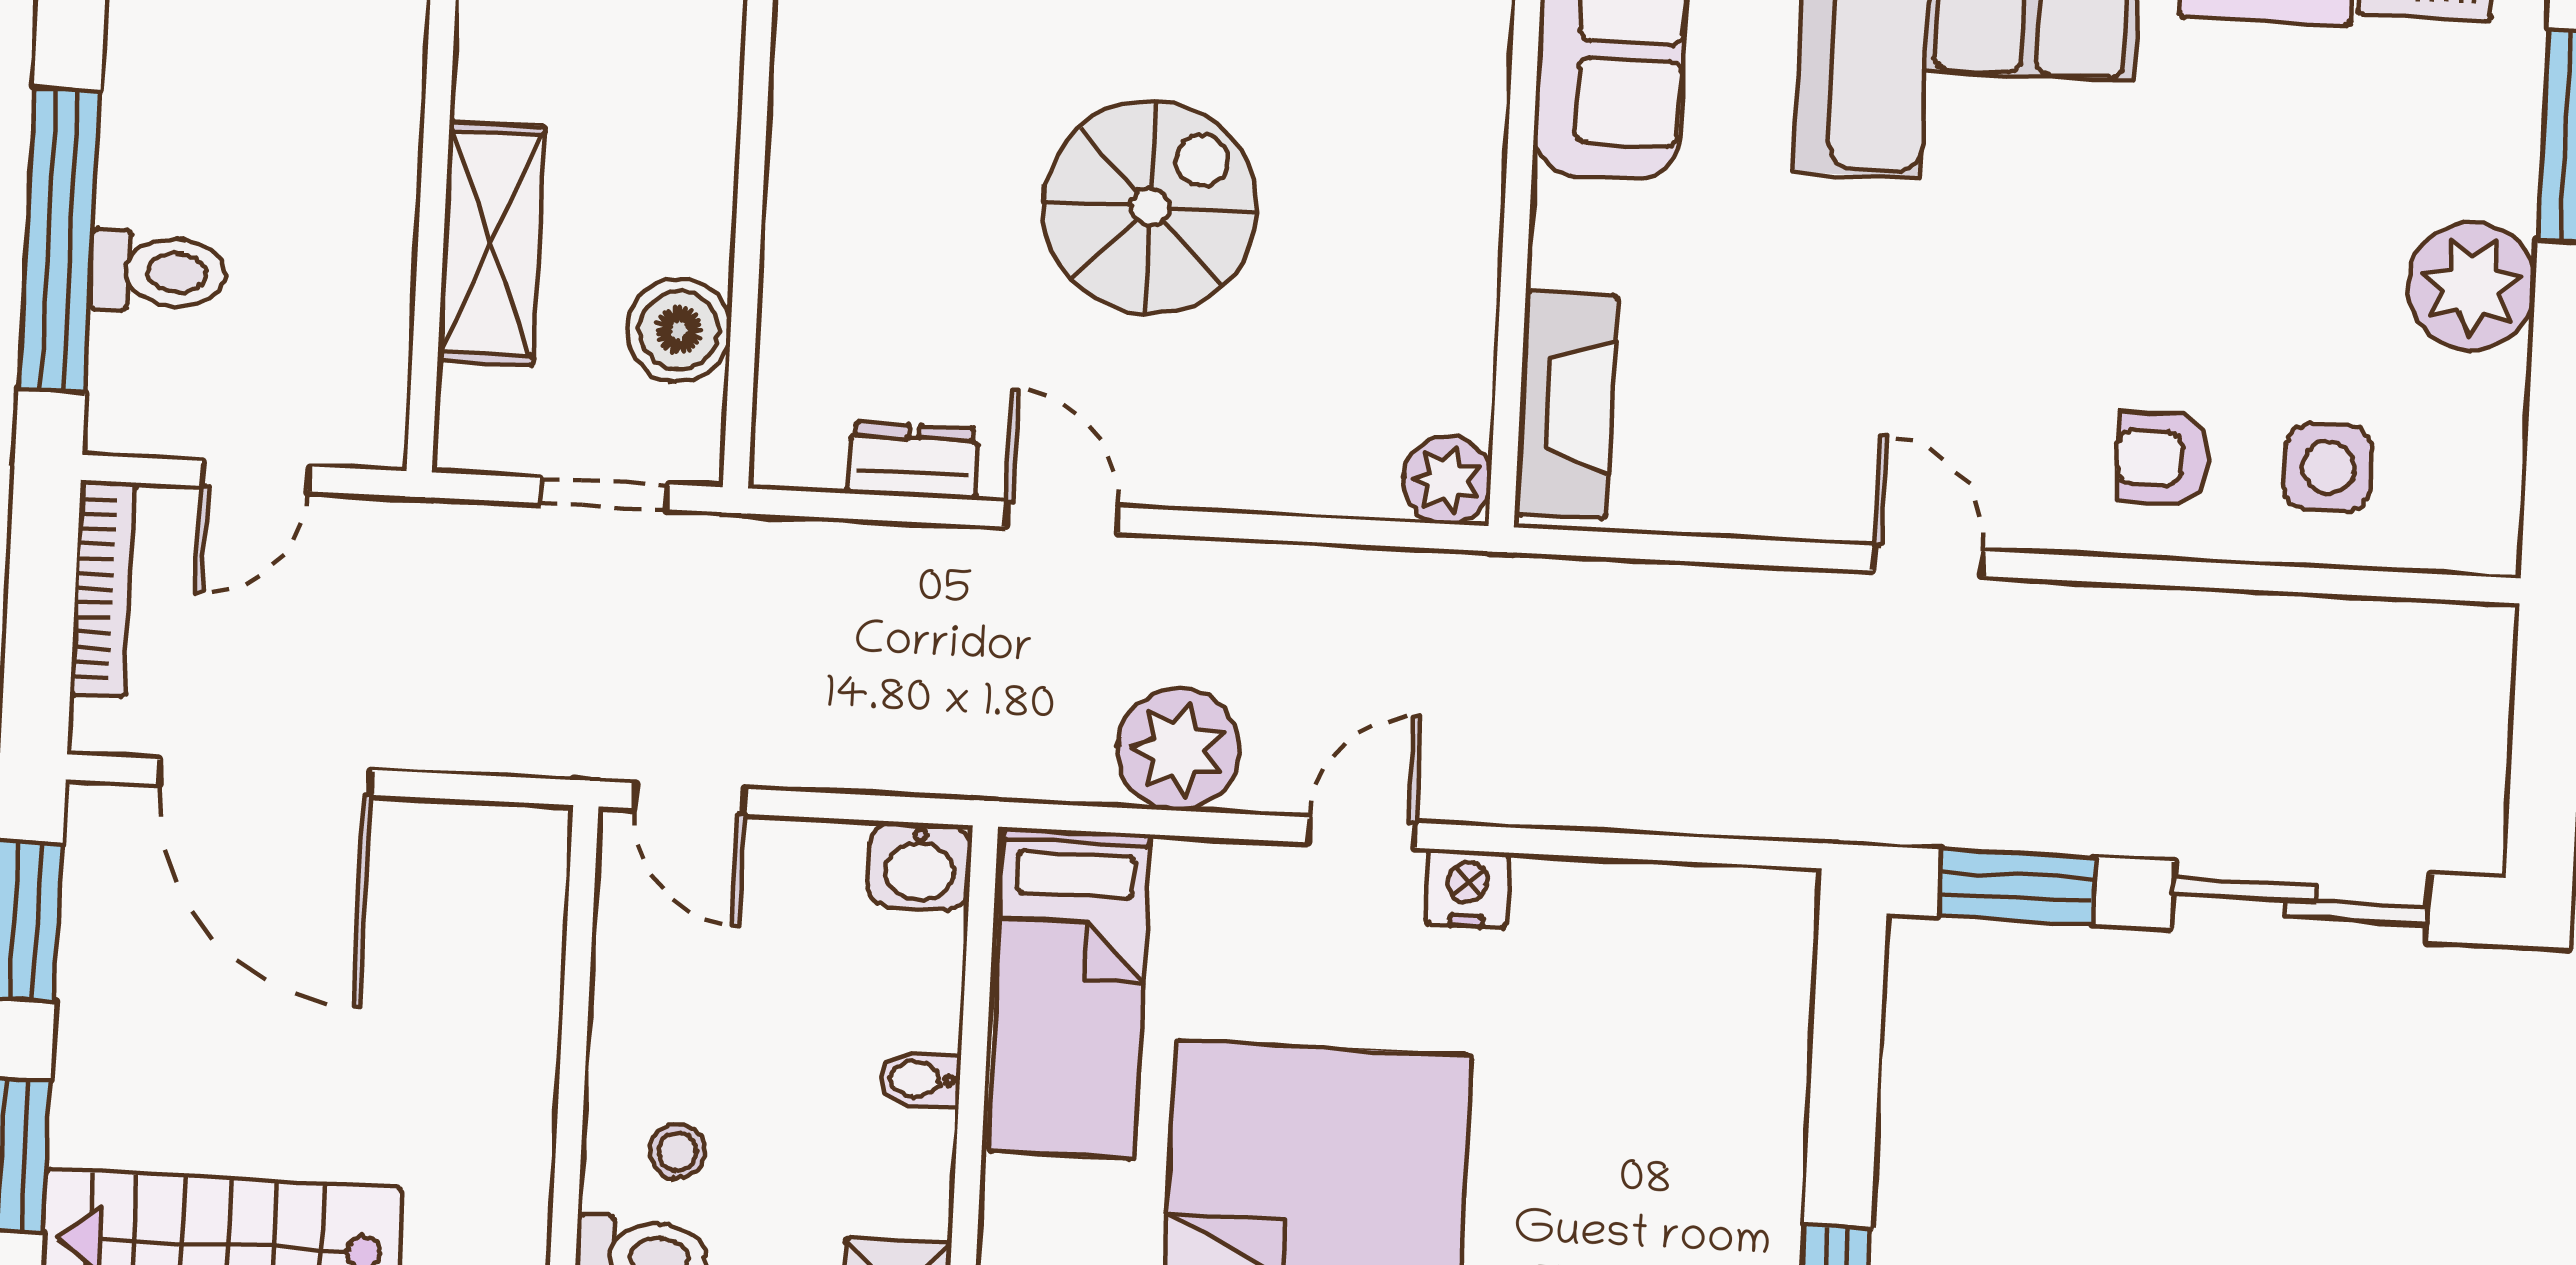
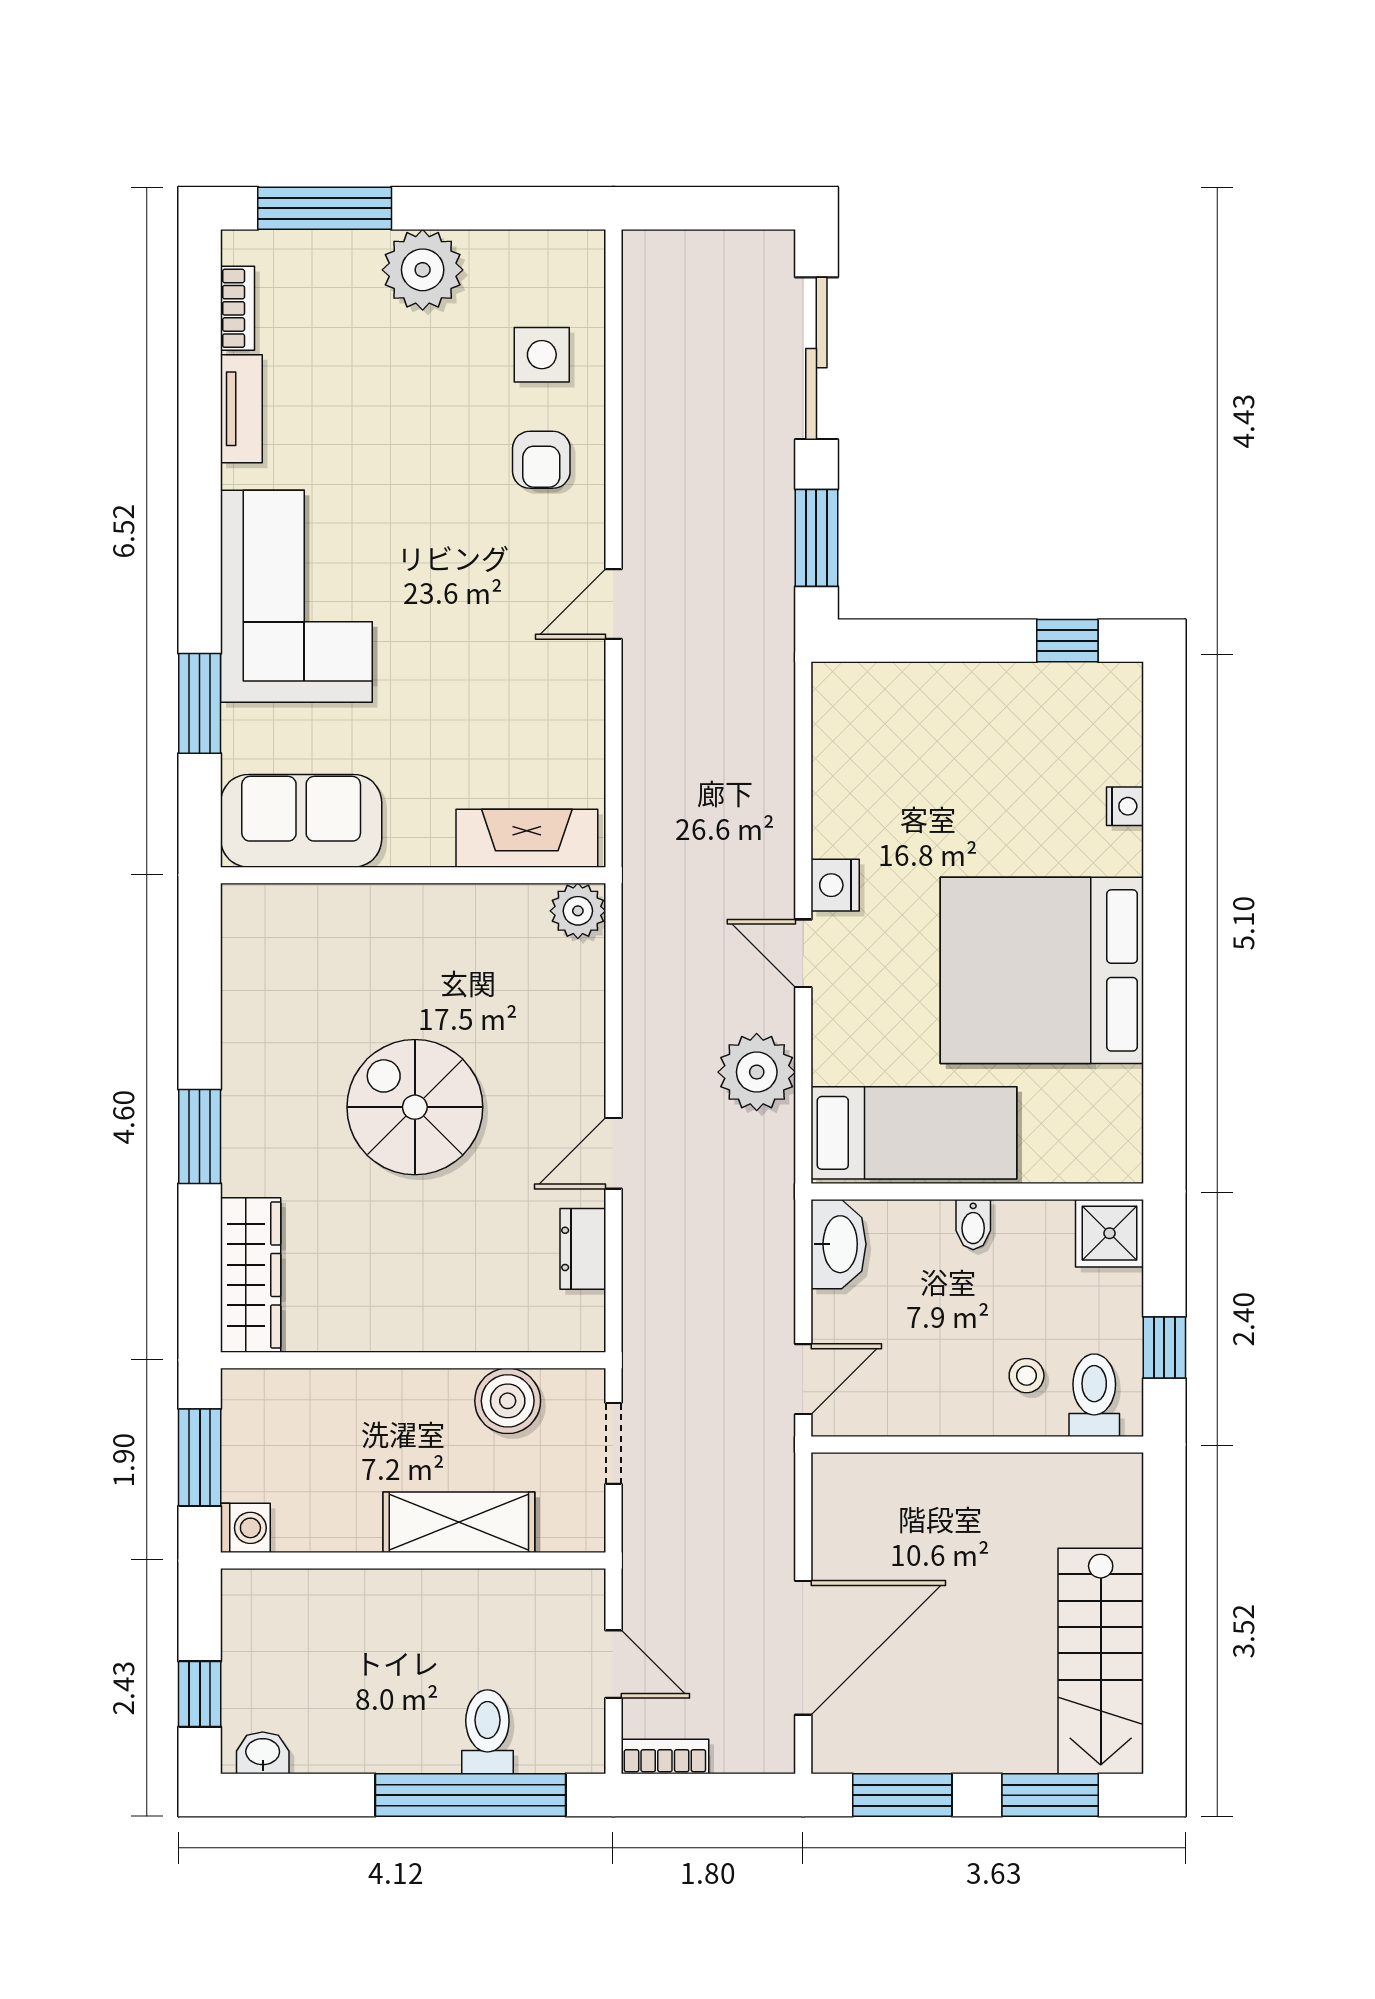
bookcase: (103, 589) -> (665, 1757), width x0.64
washbasin: (920, 866) -> (839, 1244), width x1.38

